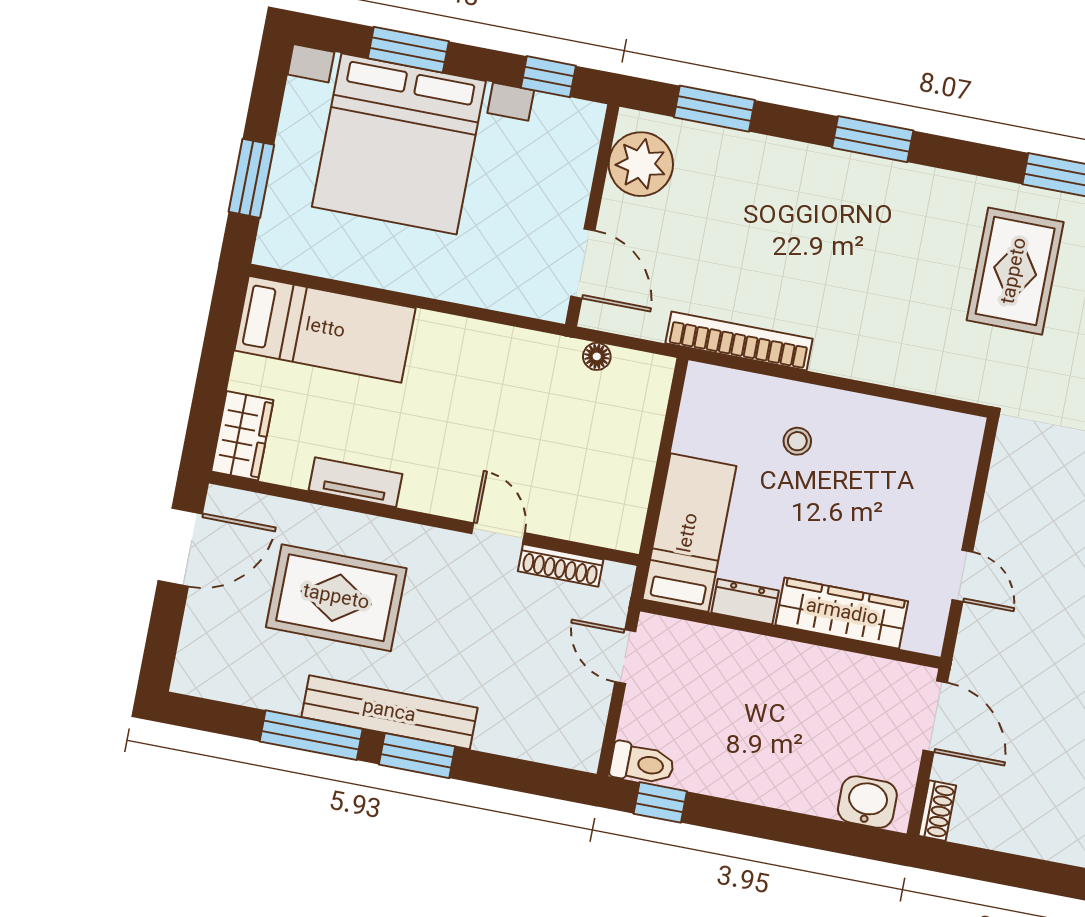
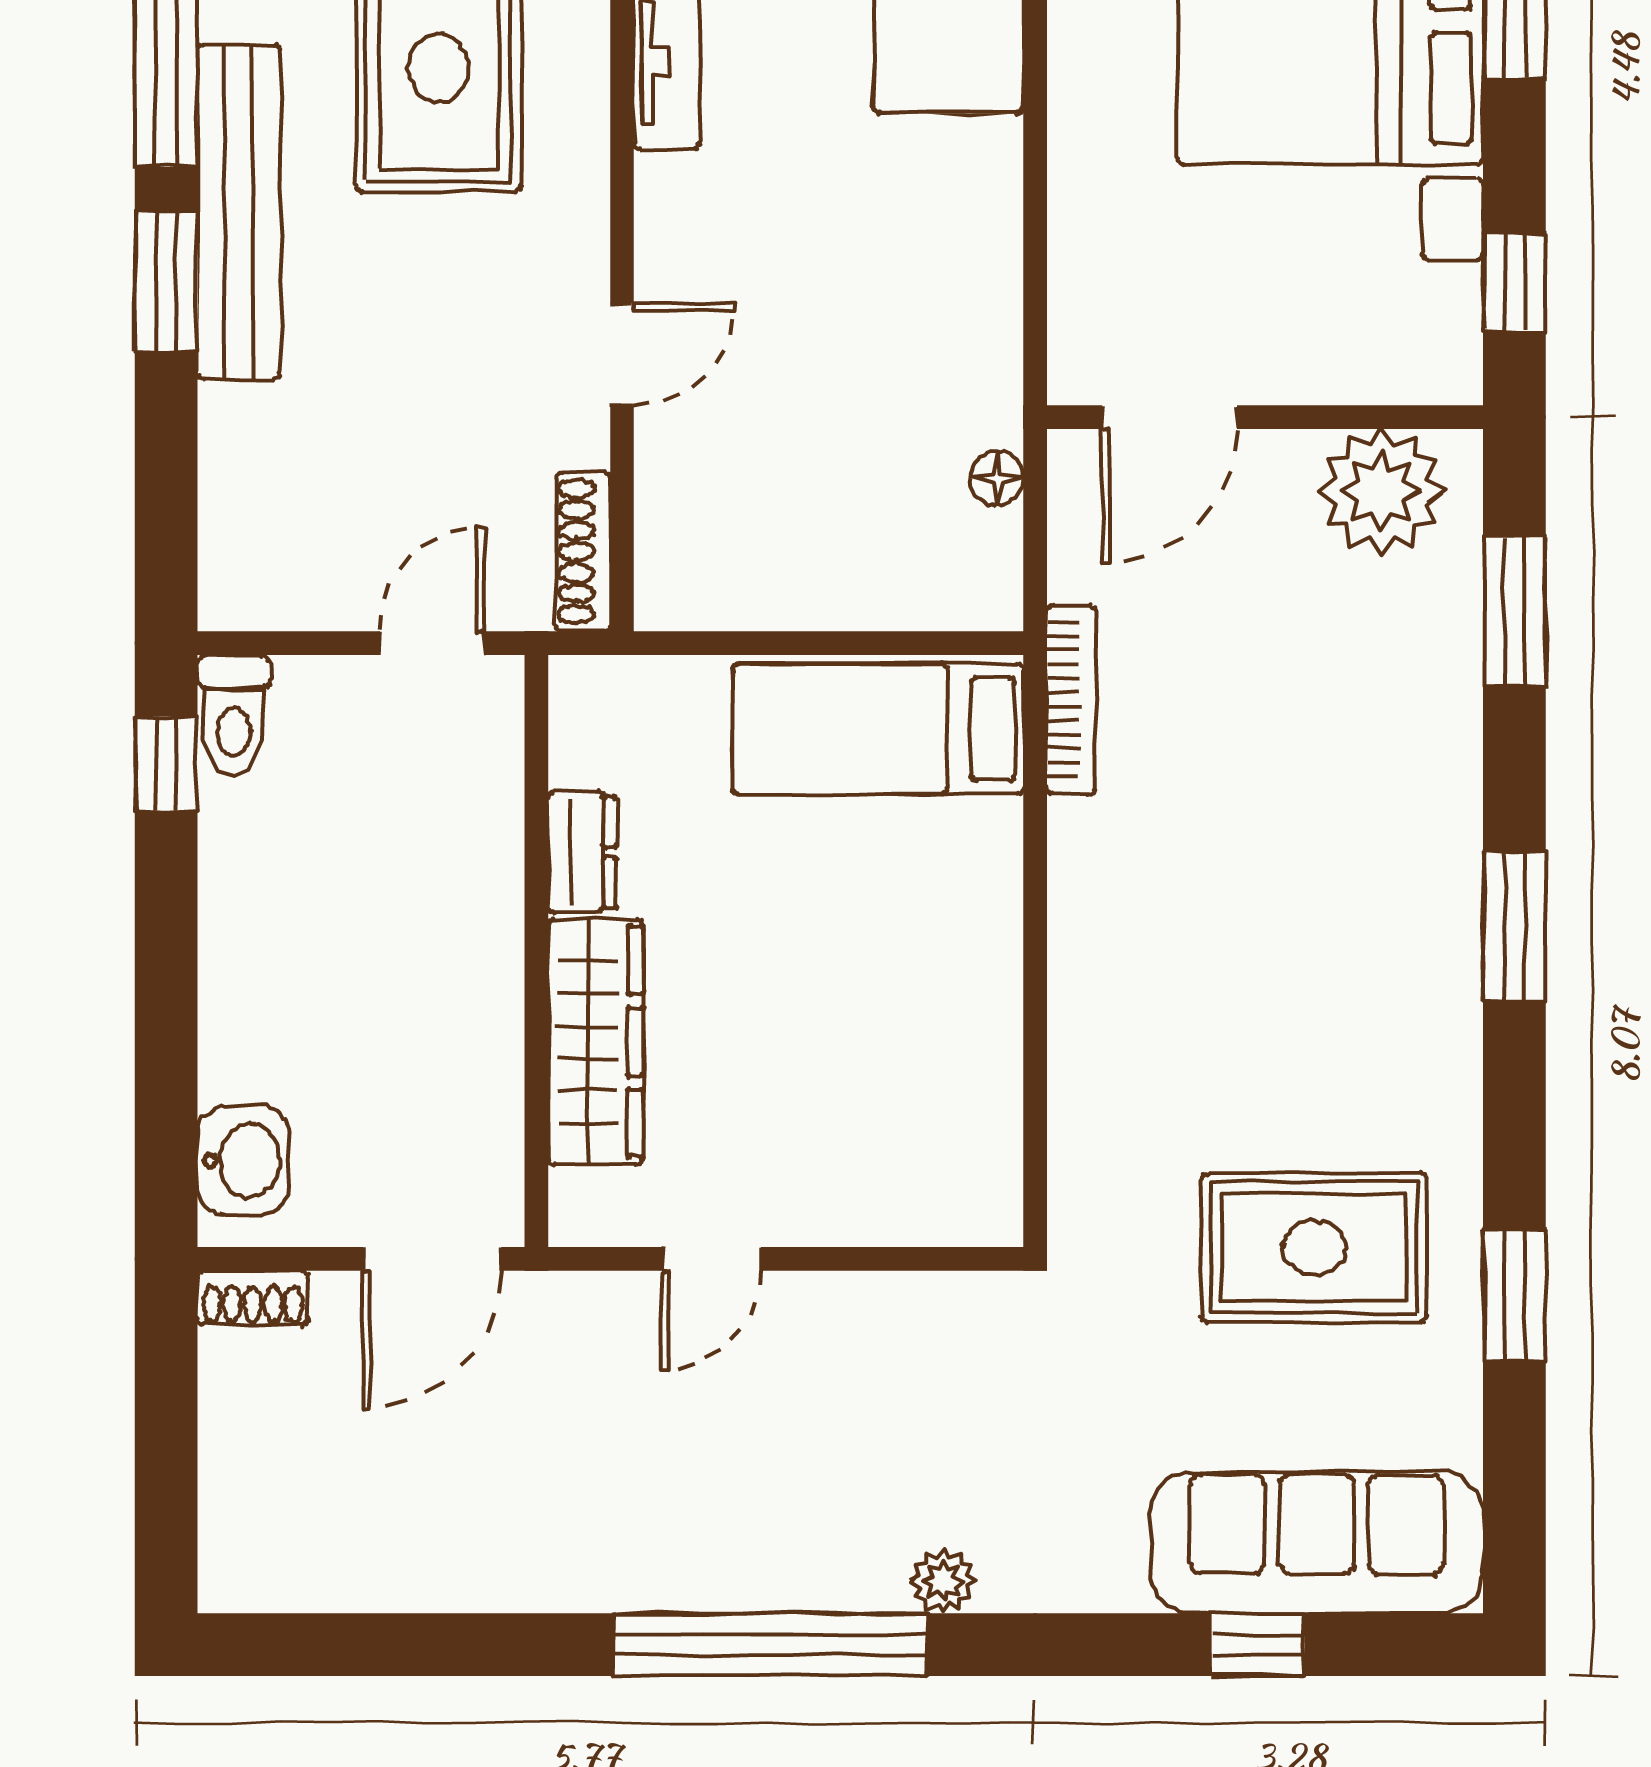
bookcase: (739, 341) -> (1071, 699), width x0.68, depth x0.76
stool: (797, 441) -> (908, 893), removed
bed: (689, 533) -> (878, 729), moved, turned 180
shoe rack: (561, 565) -> (583, 552), moved

